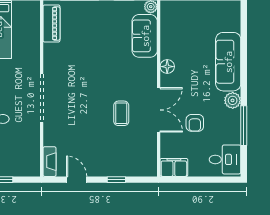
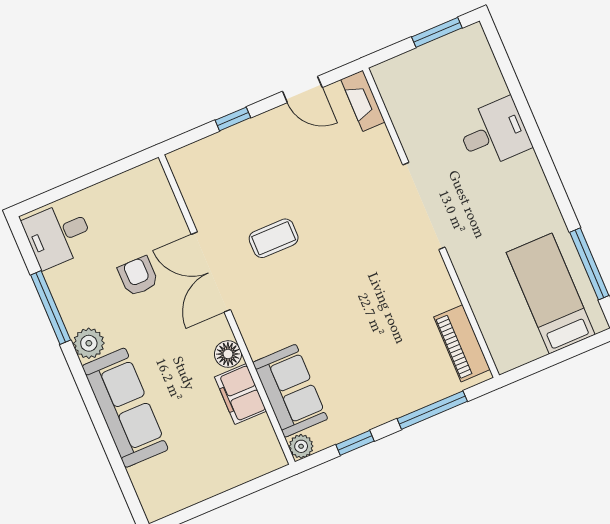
coffee table: (121, 113) -> (274, 238), turned 90
filing cabinet: (174, 167) -> (241, 394), moved, turned 90

